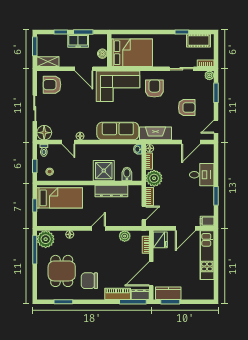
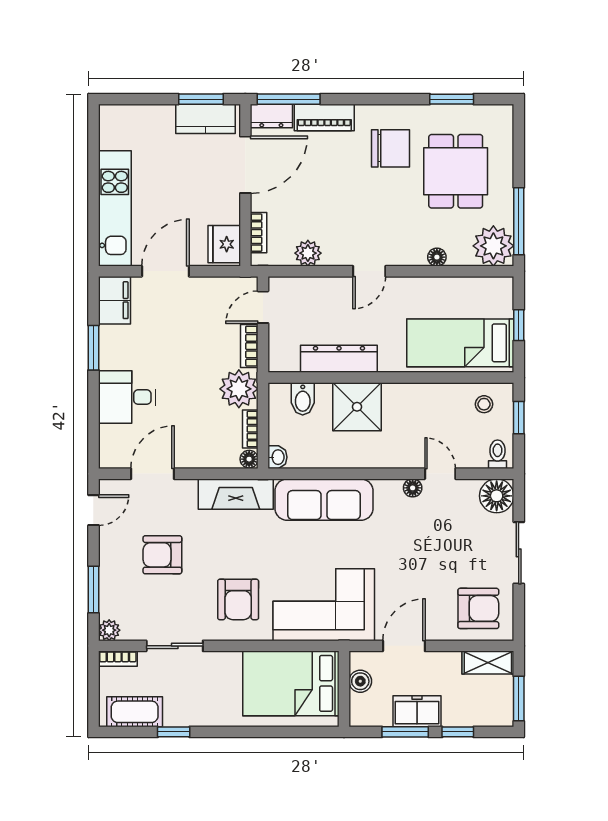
door: (84, 69) -> (404, 646), hinge flipped
filing cabinet: (207, 221) -> (114, 300), width x2.00

